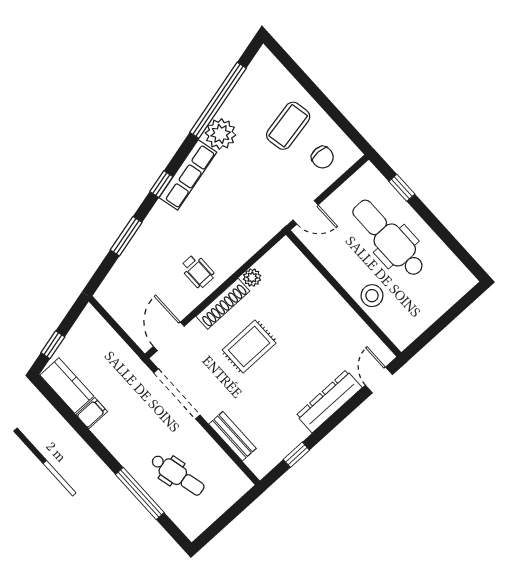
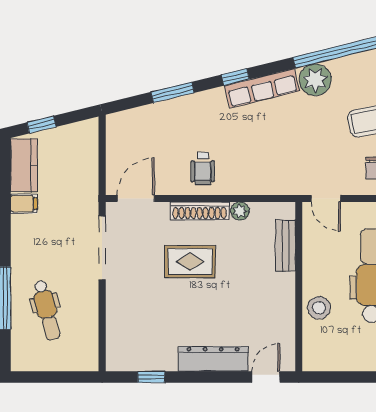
bench: (233, 436) -> (286, 246), moved

